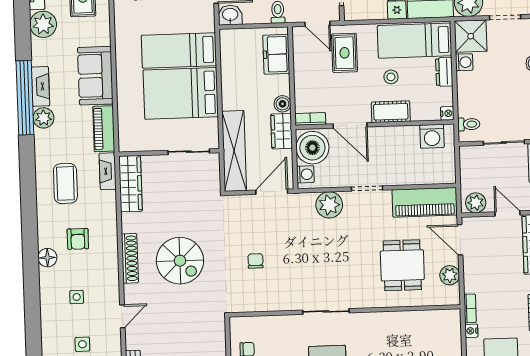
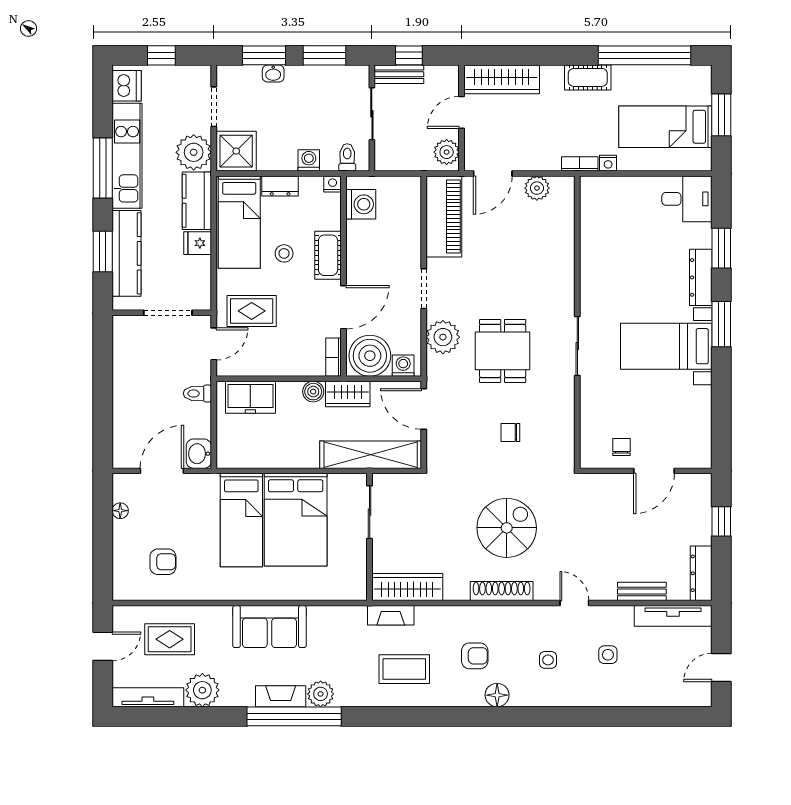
washing machine: (464, 62) -> (309, 160), moved
piano: (104, 129) -> (337, 618), removed
dining table: (402, 265) -> (503, 351), moved, turned 90

